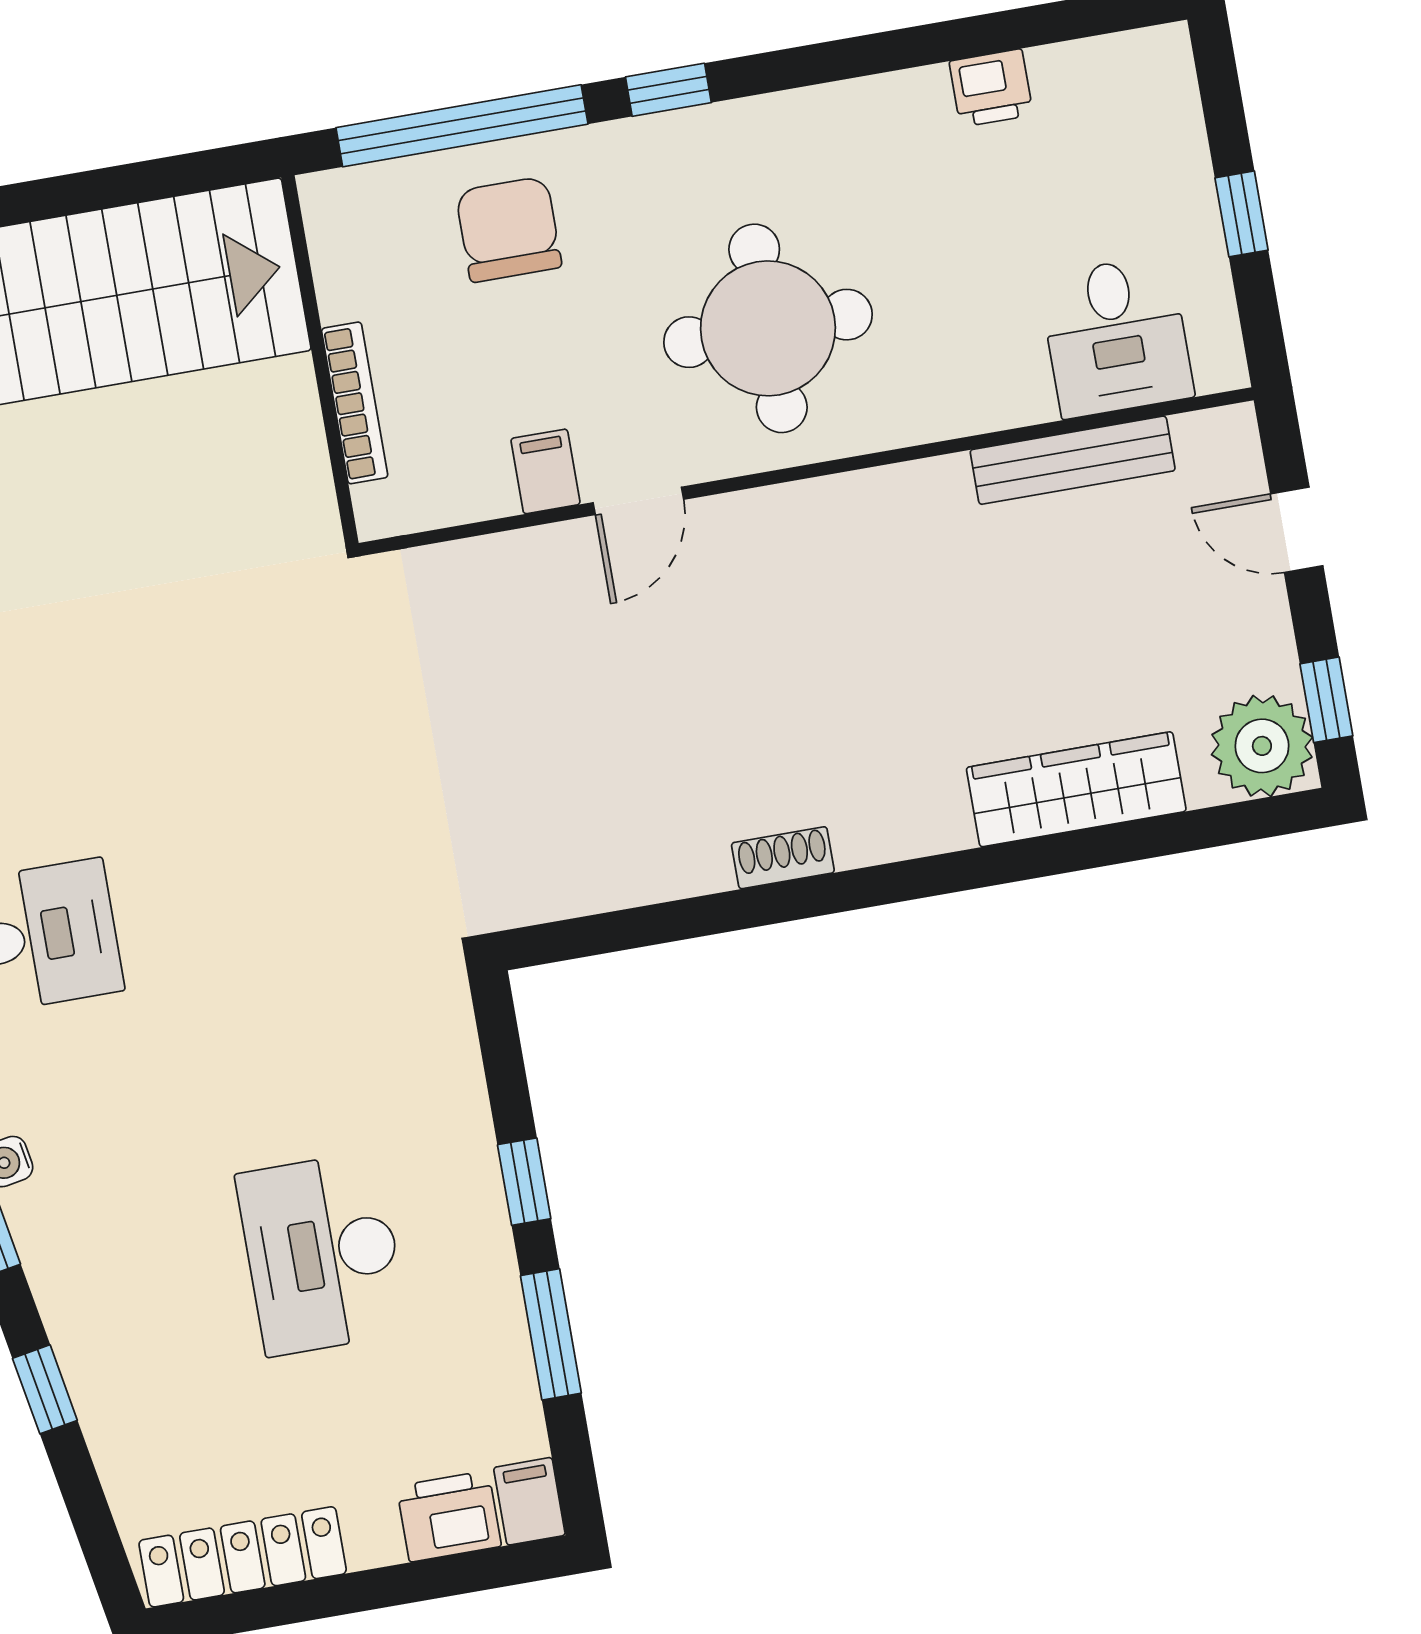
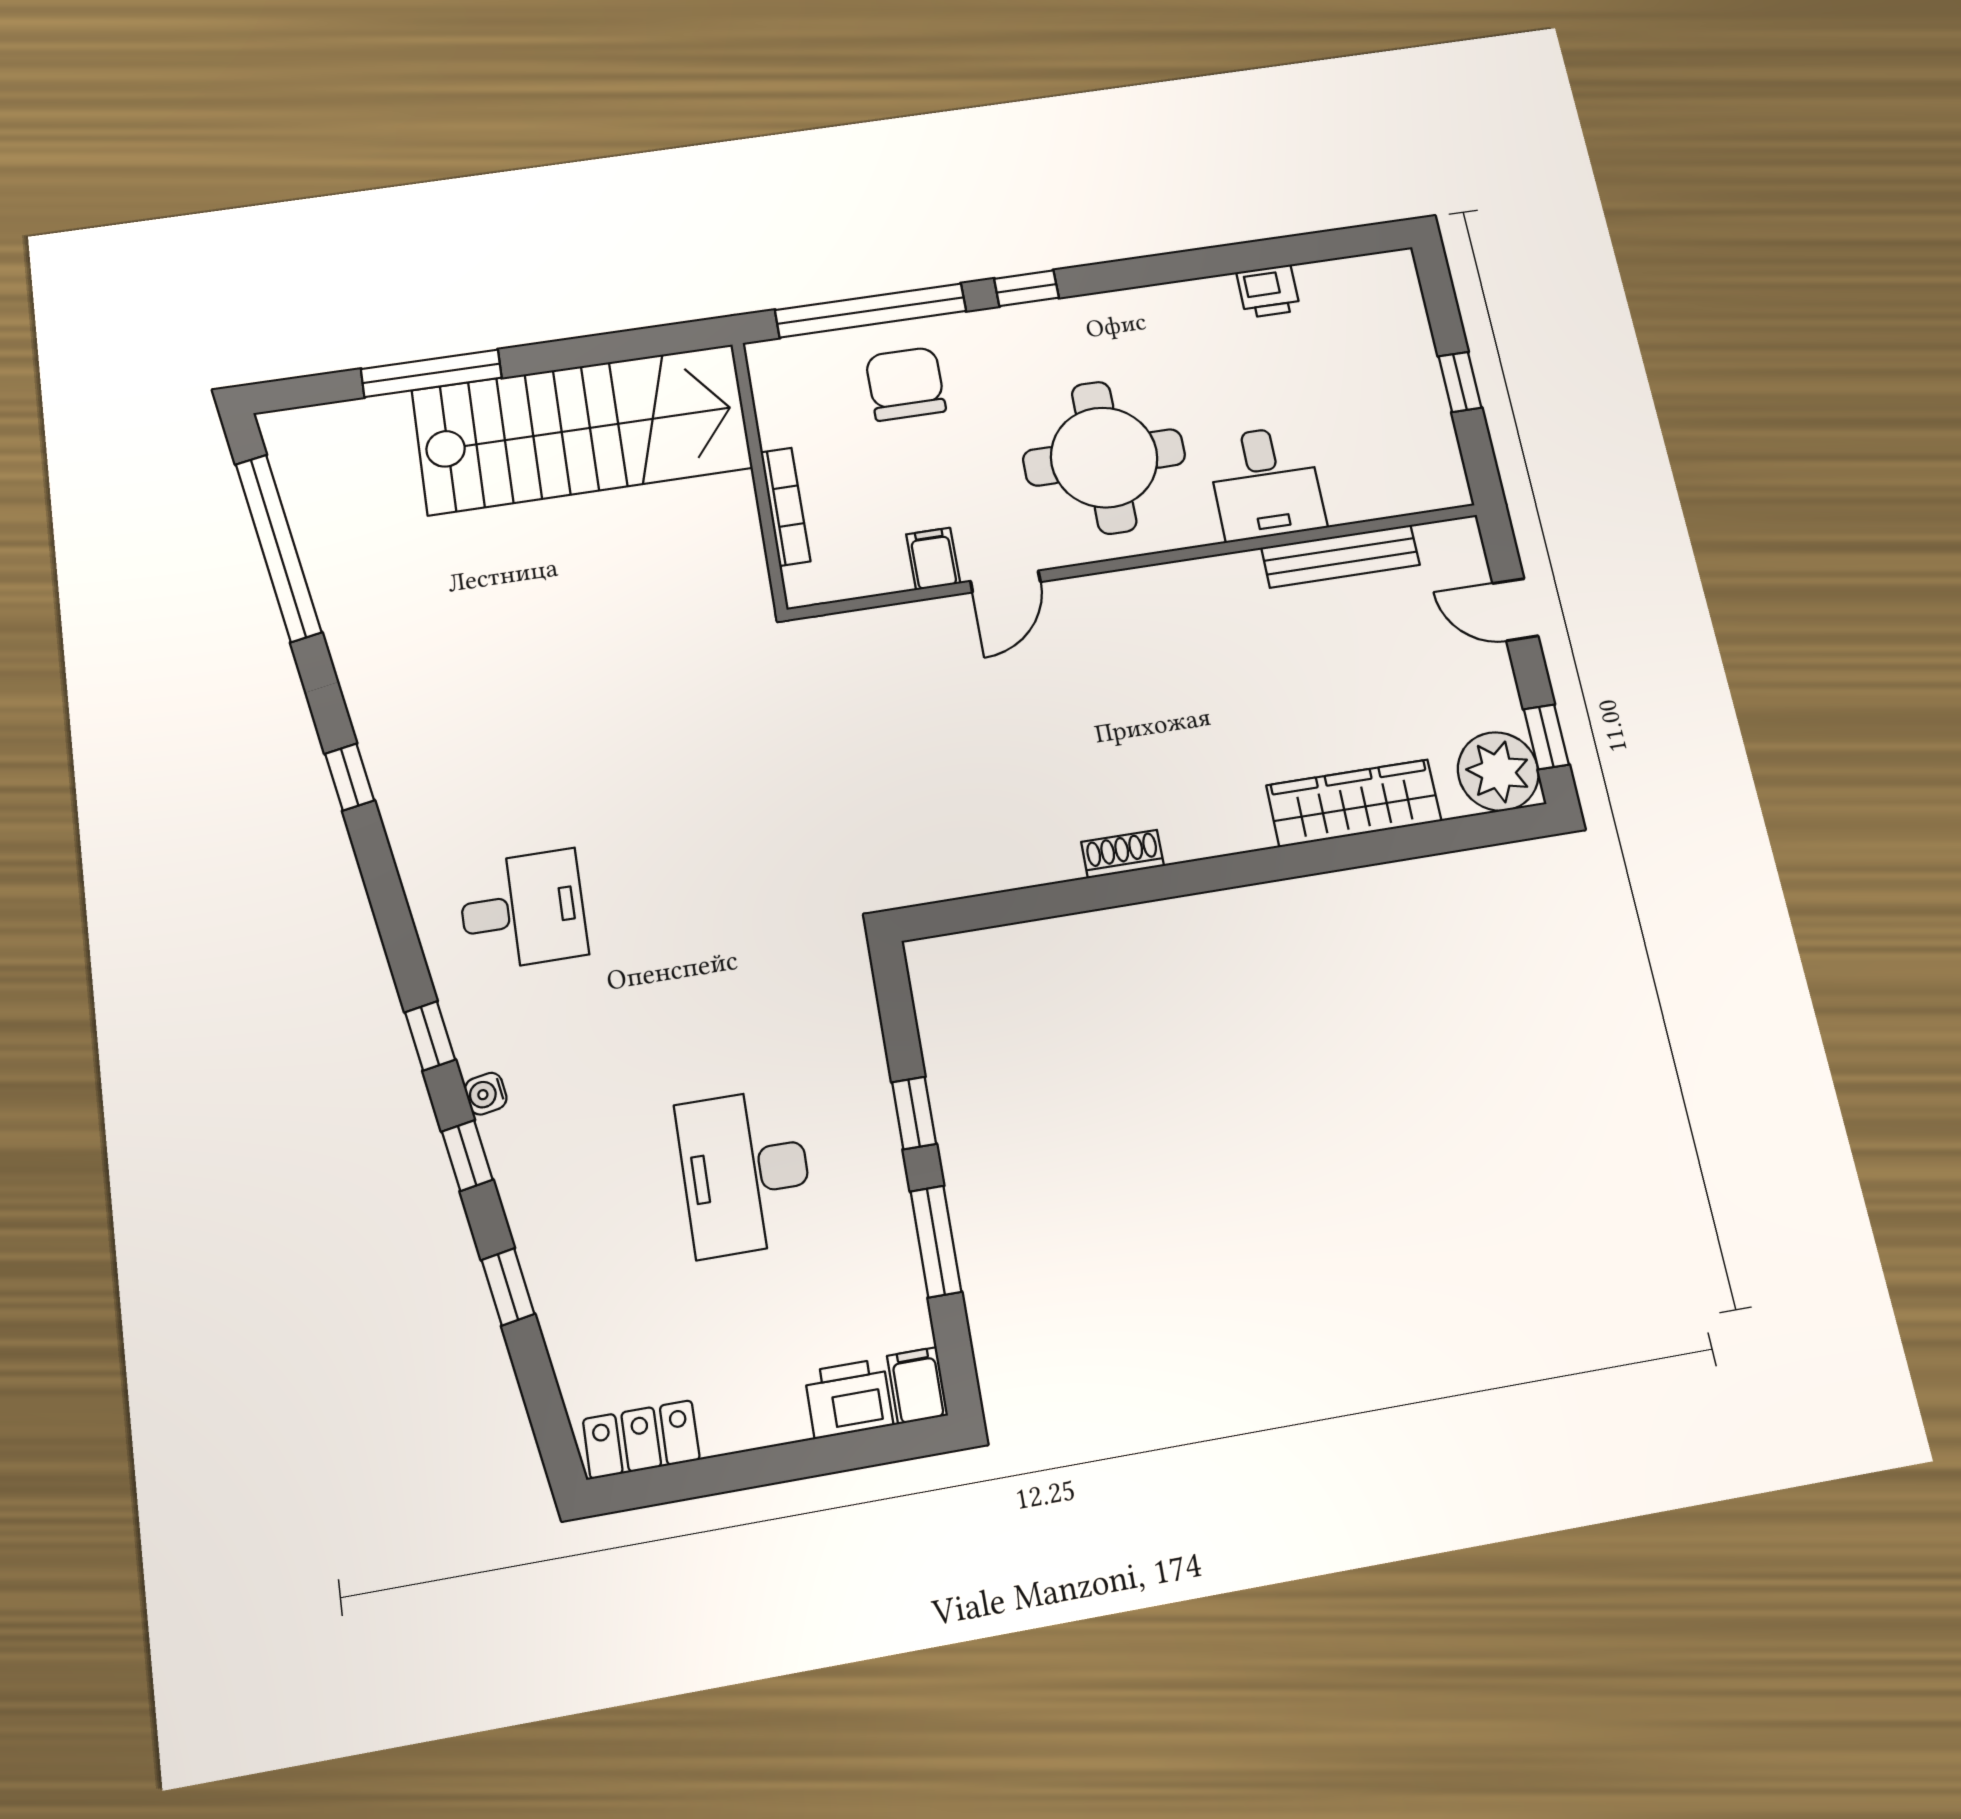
desk: (1116, 336) -> (1266, 483), moved
locker: (243, 1557) -> (641, 1440), width x0.66

